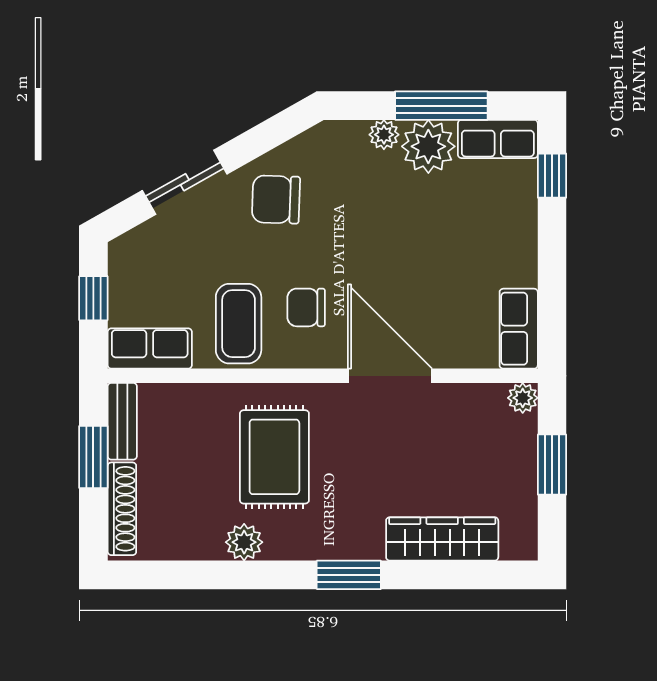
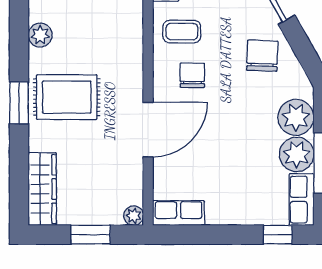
plant: (384, 135) -> (296, 117), width x1.88, depth x1.88
coffee table: (239, 324) -> (182, 31), width x0.73, depth x0.77
rug: (274, 457) -> (67, 97), moved
wardrobe: (442, 539) -> (42, 189), moved

